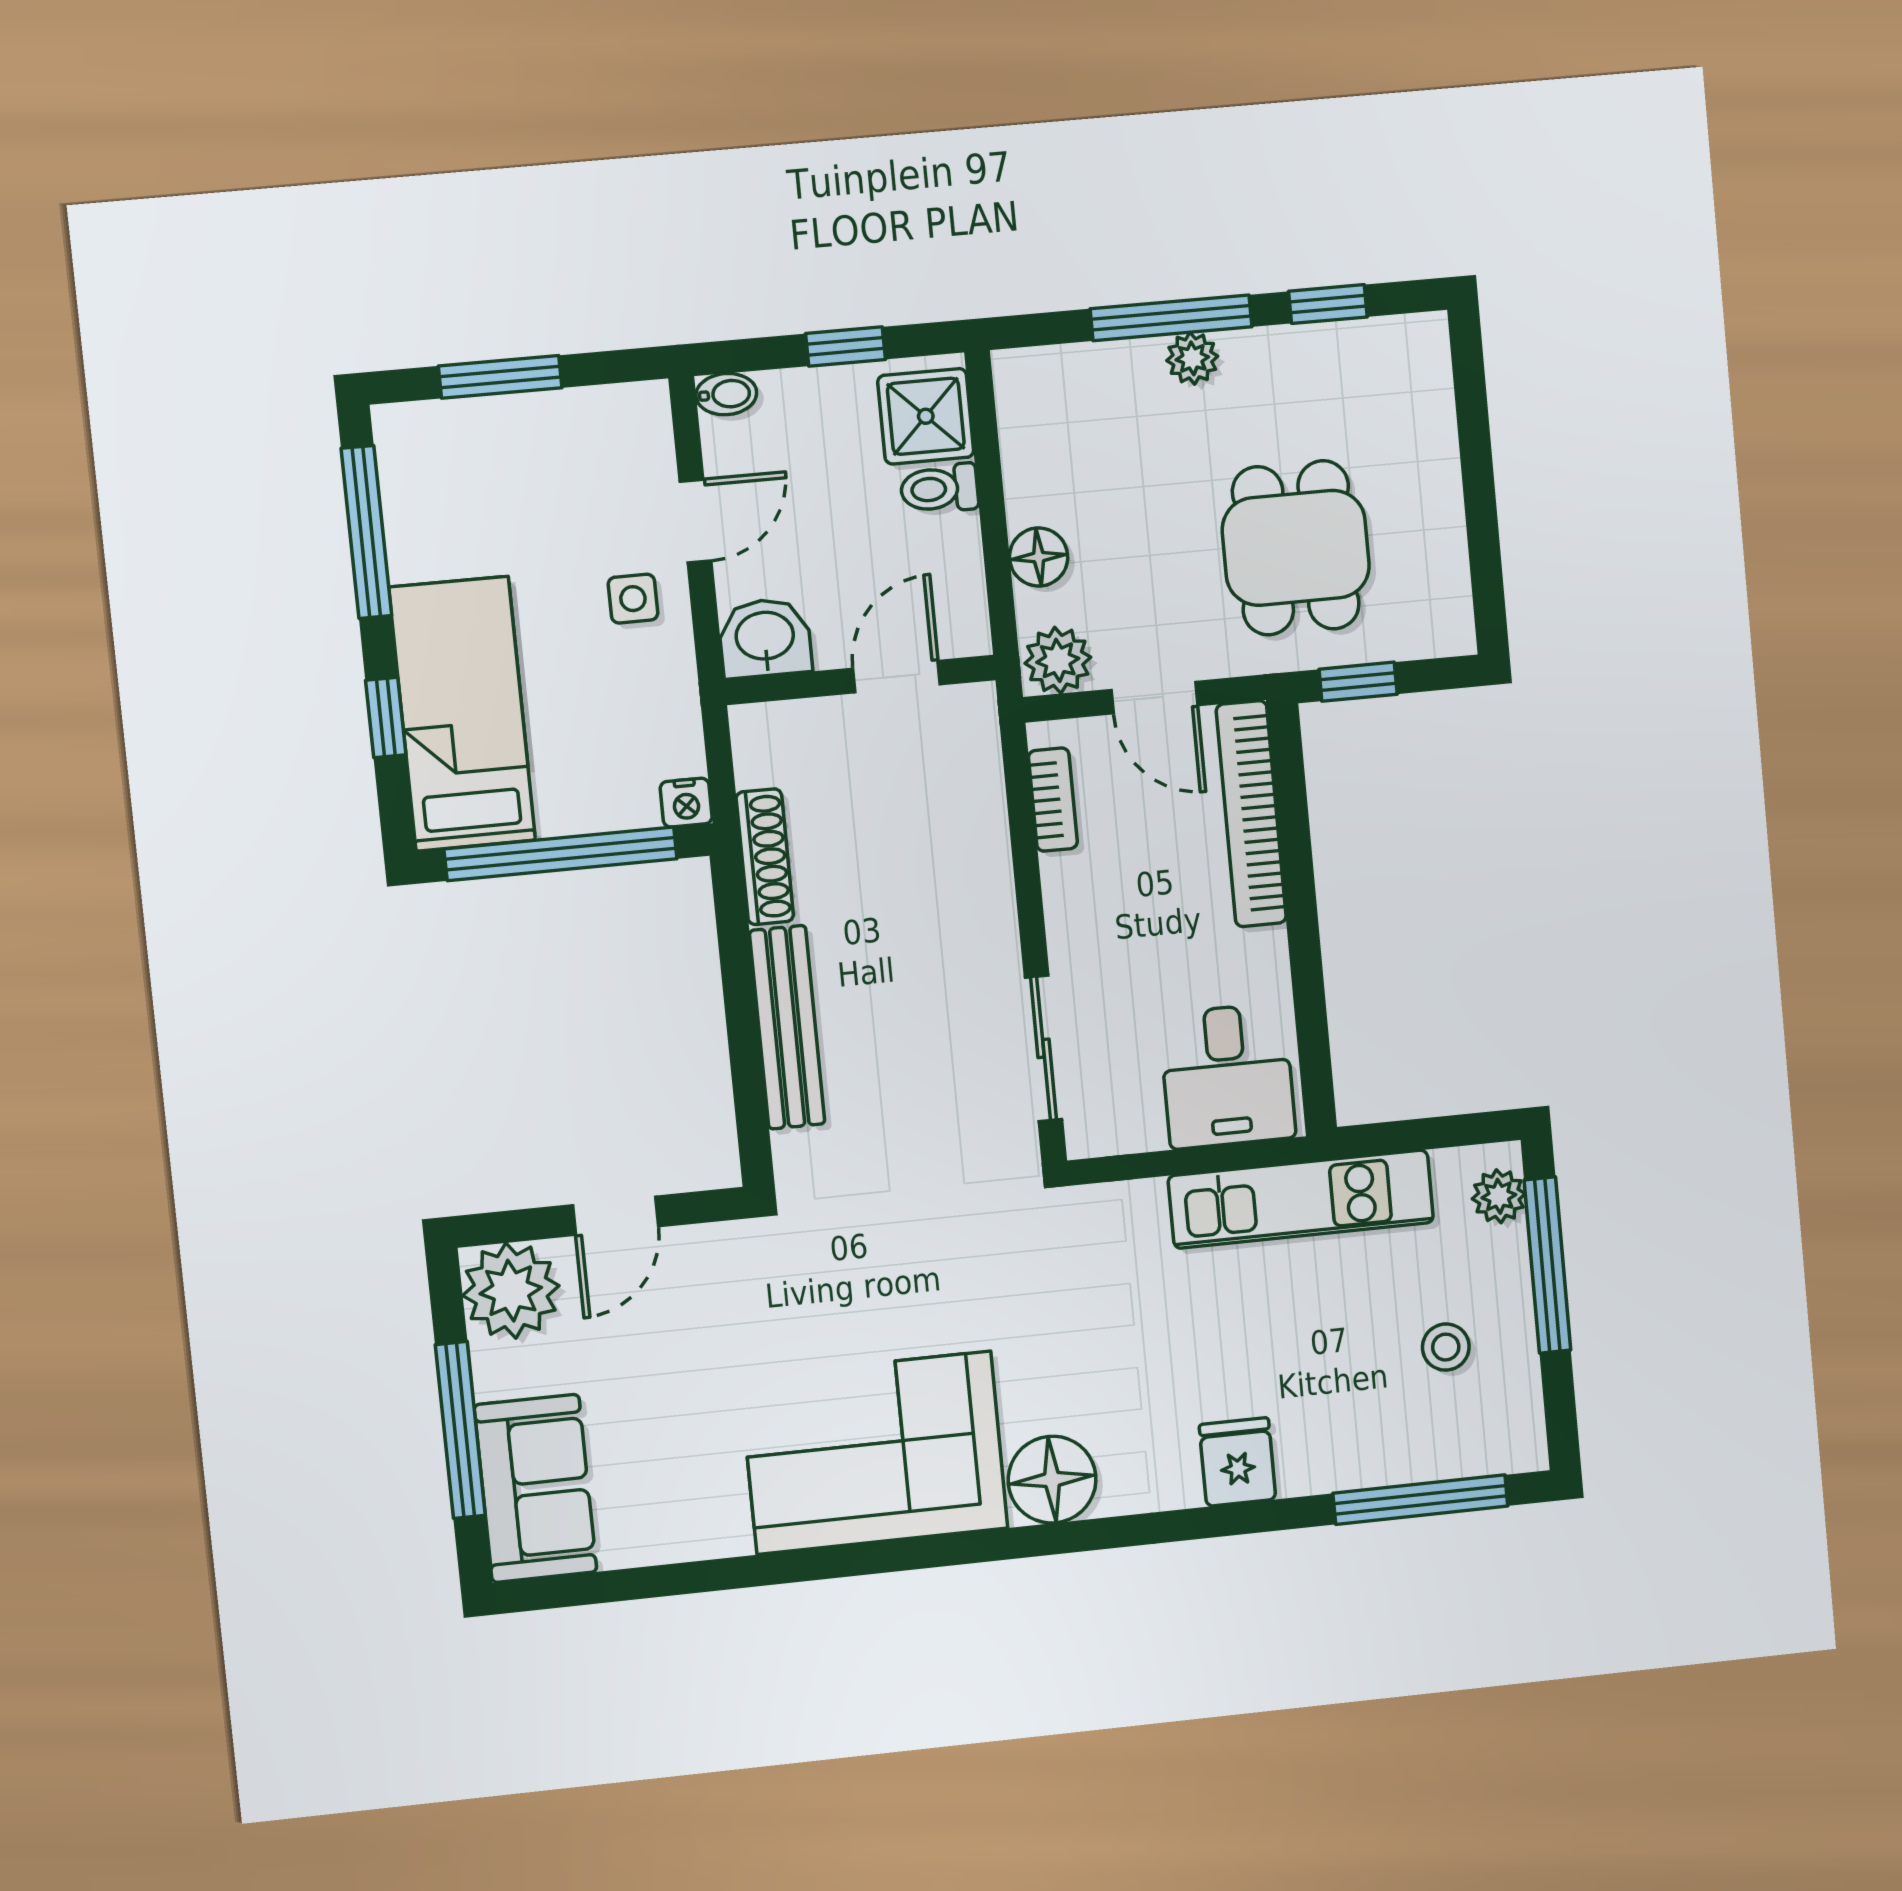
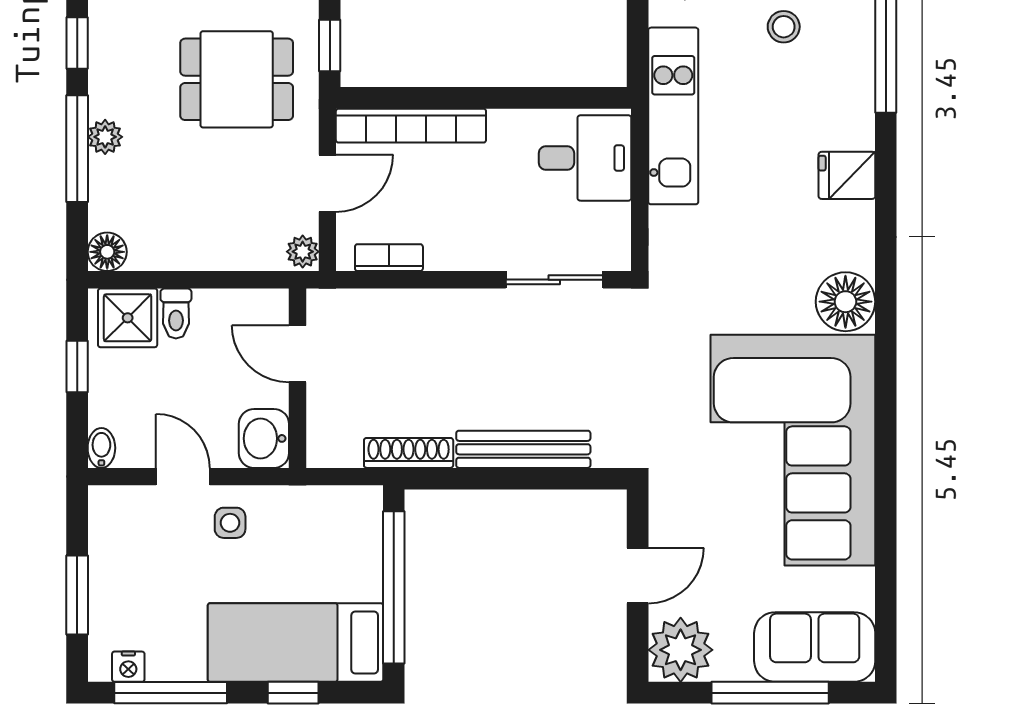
floor lamp: (1039, 557) -> (107, 252), moved
plant: (1058, 660) -> (303, 252), width x0.73, depth x0.73
nightstand: (686, 803) -> (128, 667), moved, turned 90
door: (616, 1216) -> (638, 576), hinge flipped
corner sofa: (874, 1453) -> (793, 450), width x1.36, depth x1.36

